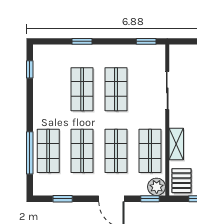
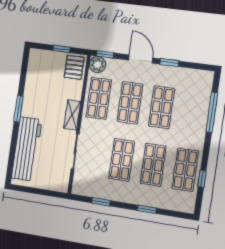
window: (146, 41) -> (101, 202), moved
window: (30, 69) -> (202, 179), moved
shelving: (176, 144) -> (72, 115), moved
shop shelf: (48, 151) -> (185, 170), moved
window: (63, 199) -> (169, 63), moved

